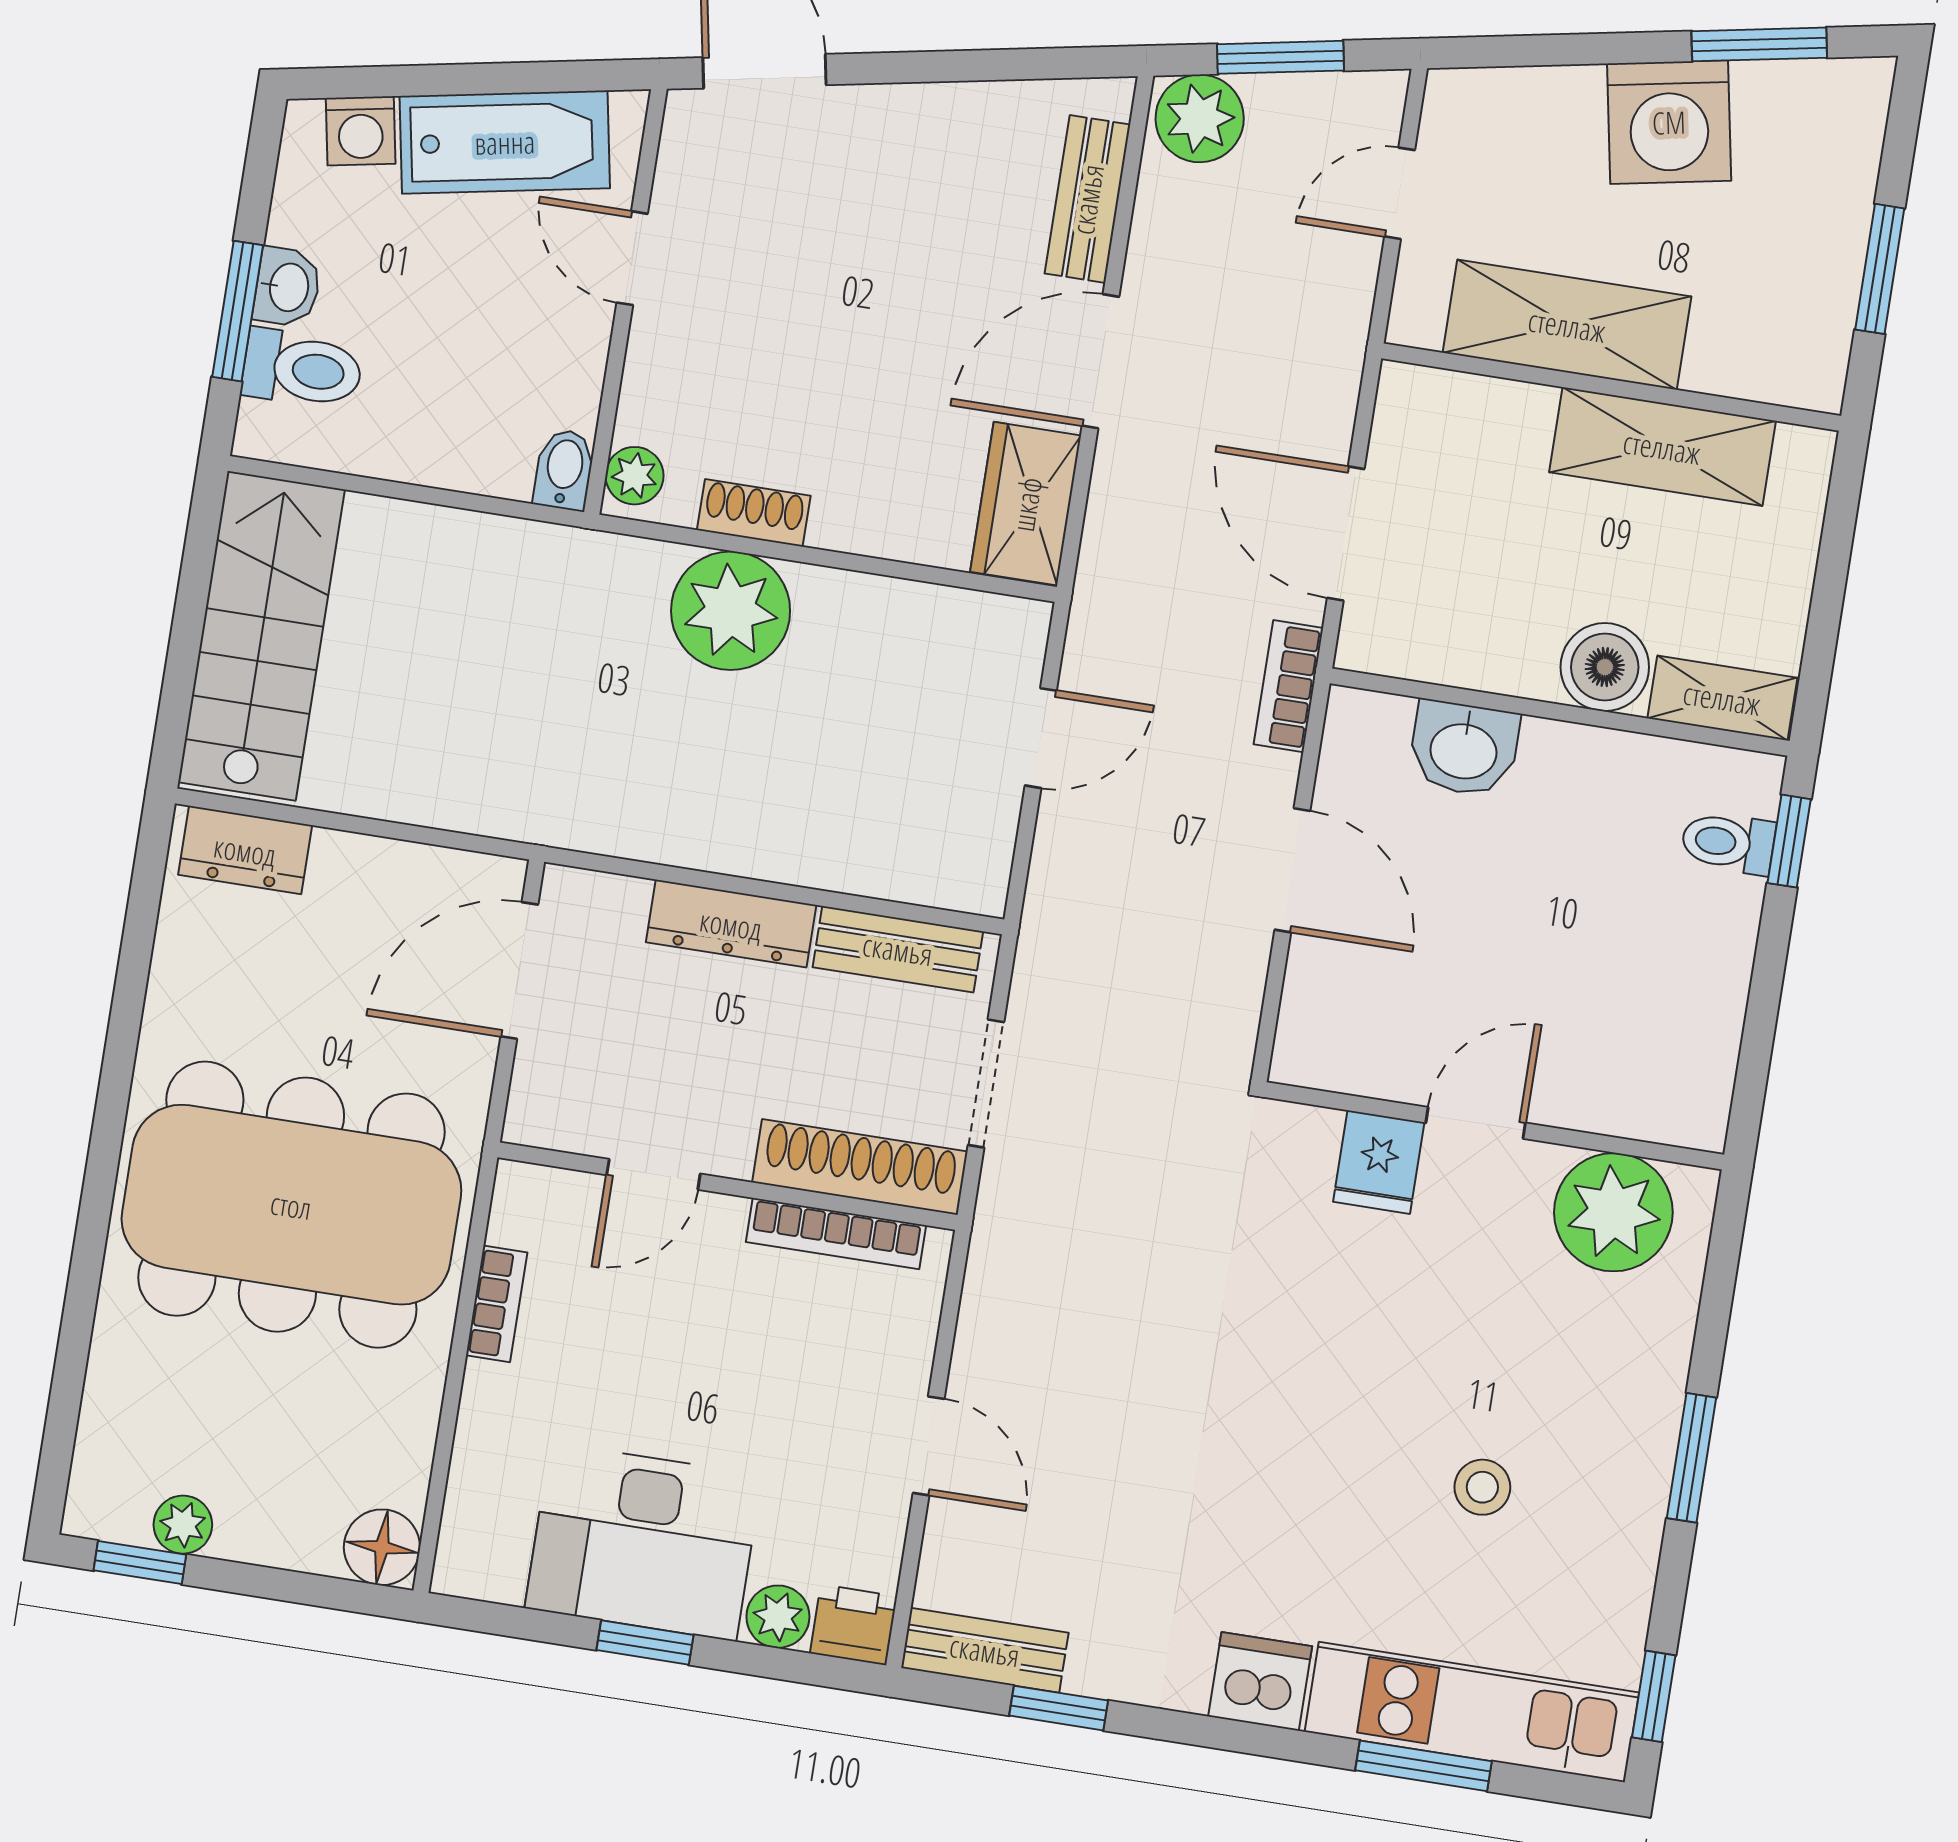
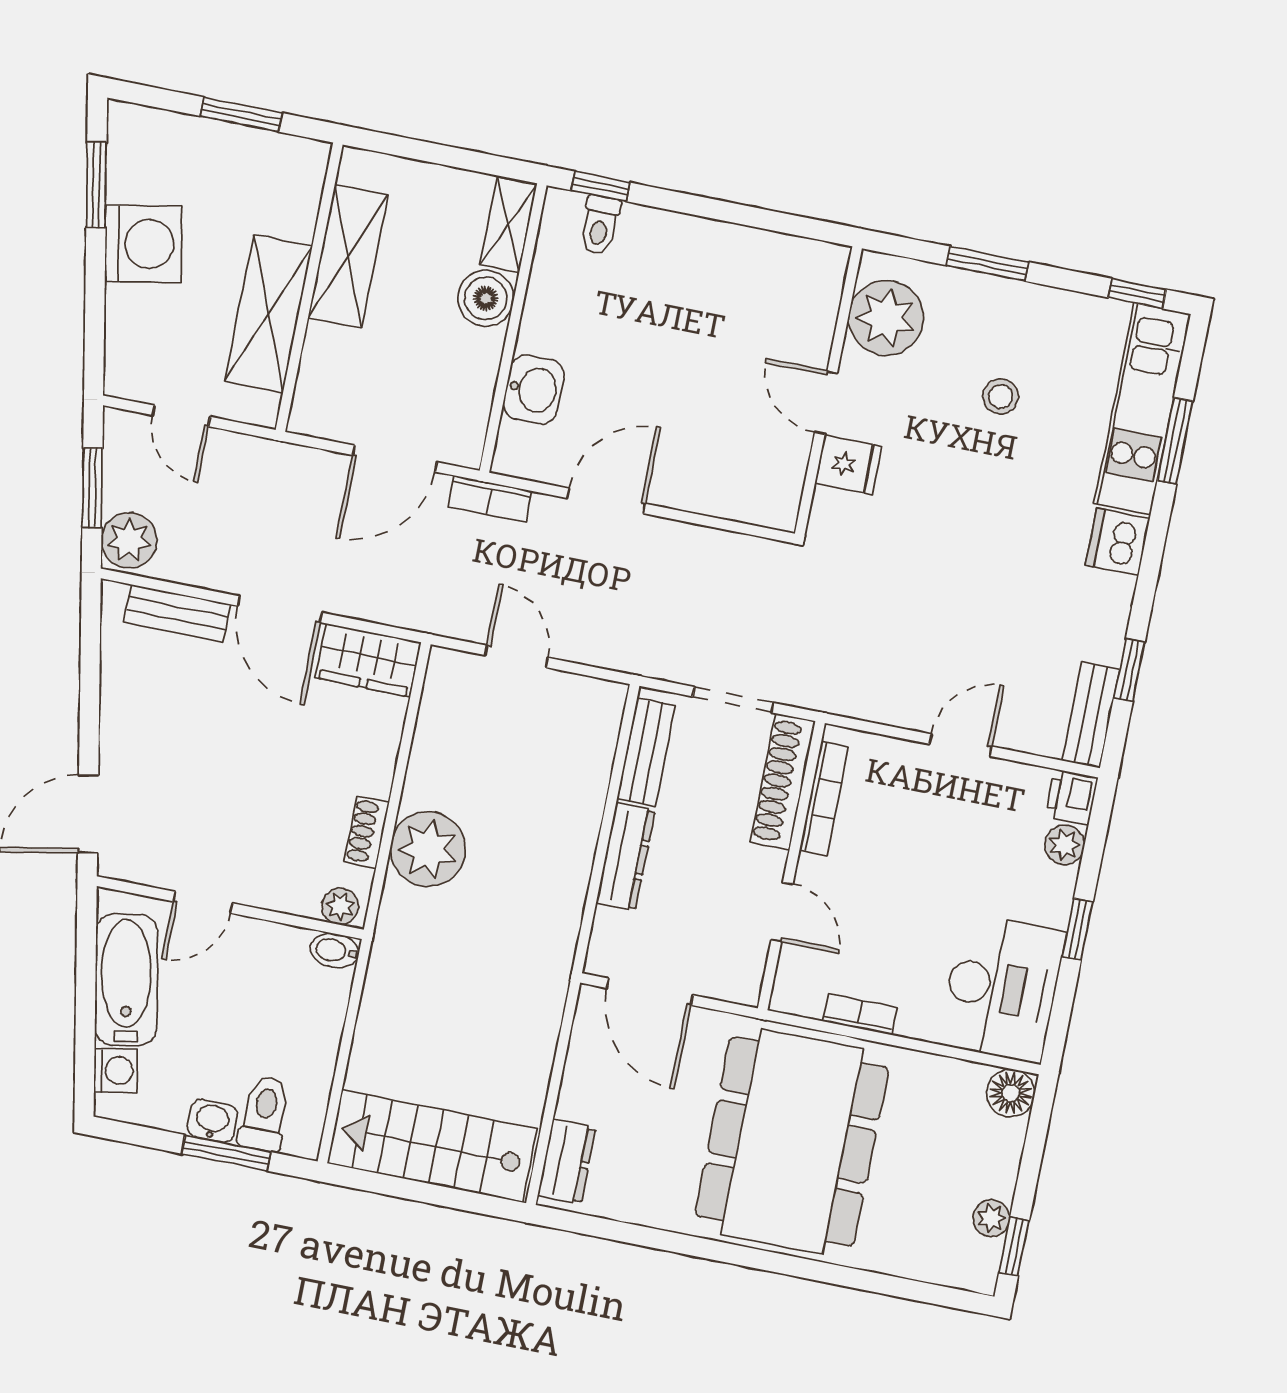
door: (1476, 1123) -> (826, 403), moved
wall: (1494, 1126) -> (828, 391), moved
fridge: (1379, 1162) -> (848, 465), moved
plant: (1613, 1212) -> (886, 318), moved
desk: (643, 1542) -> (1002, 988), moved

